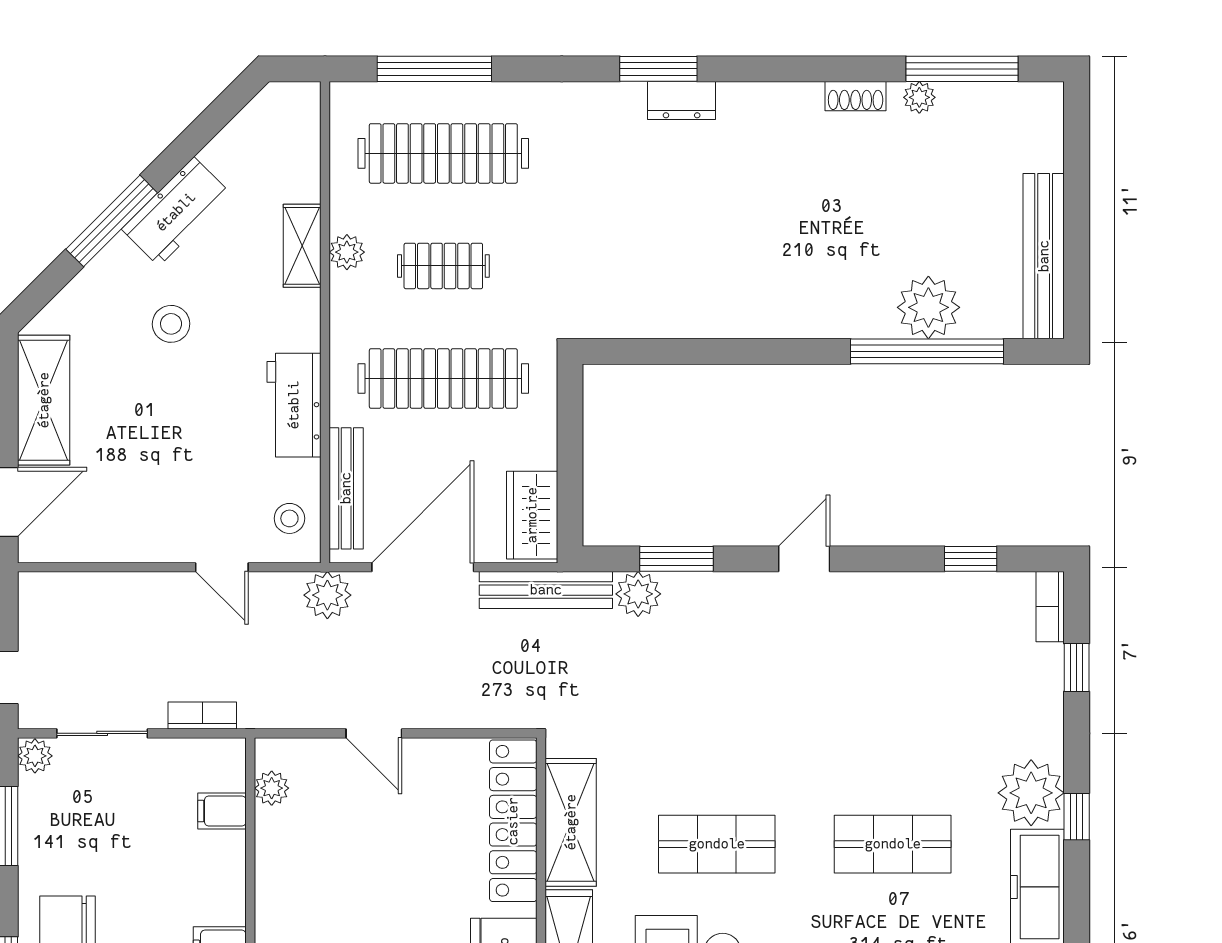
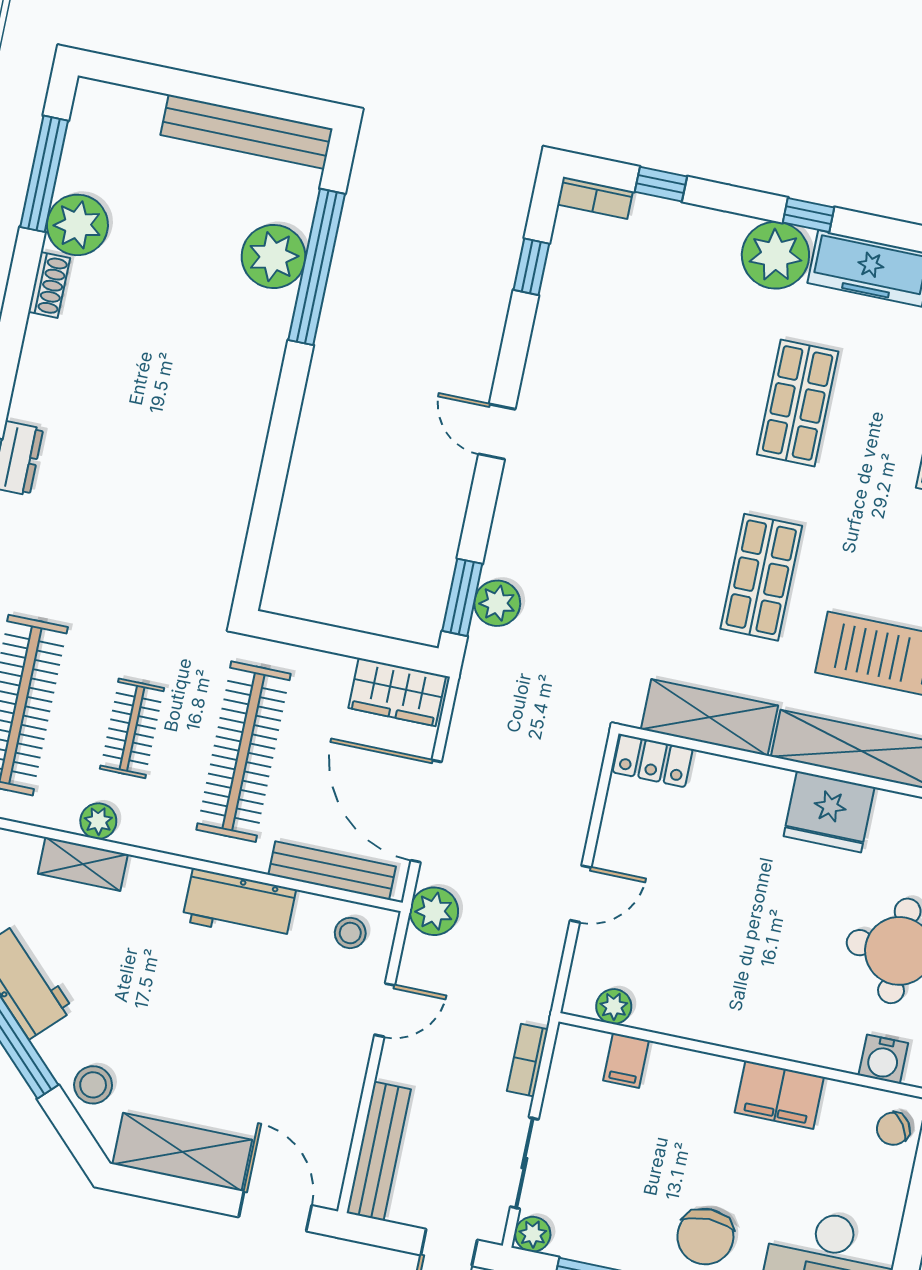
plant: (919, 97) -> (77, 225), width x1.87, depth x1.87
stool: (171, 324) -> (93, 1085), moved
window: (676, 559) -> (462, 597), moved
bench: (546, 590) -> (379, 1151), moved
locker: (513, 821) -> (653, 761), width x0.46, depth x0.83

